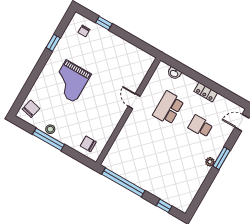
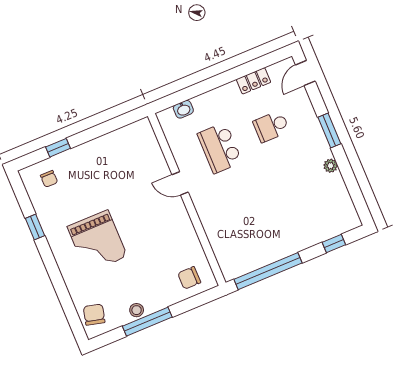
locker: (206, 92) -> (254, 81), moved
plant: (210, 162) -> (331, 166), moved

